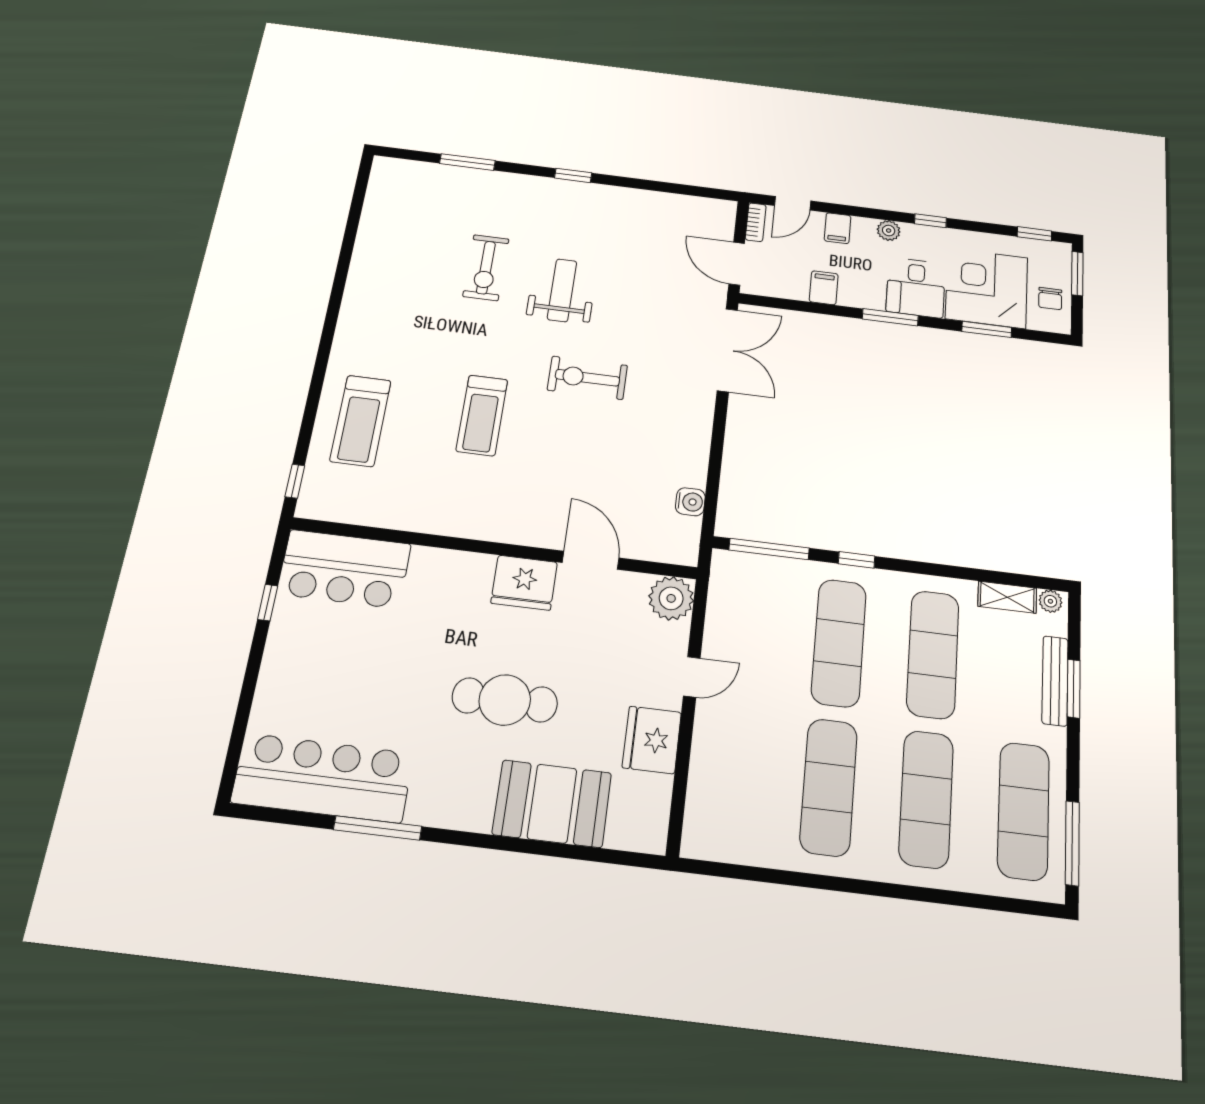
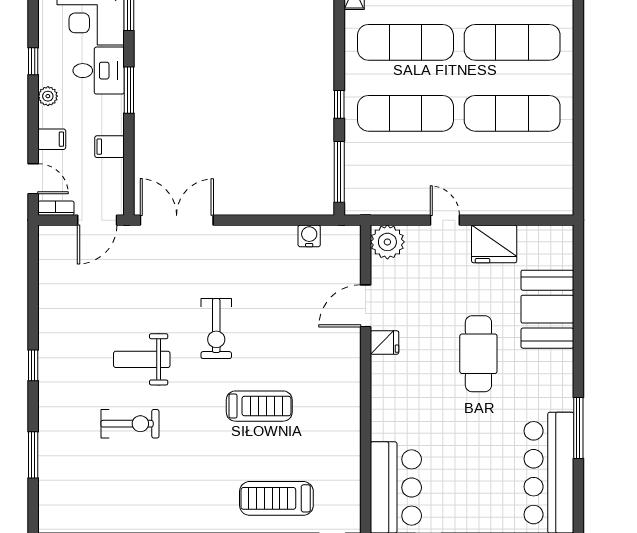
treadmill: (361, 421) -> (276, 498), turned 180
fridge: (524, 583) -> (385, 342), width x0.53, depth x0.75

